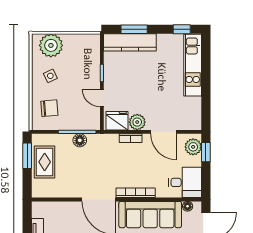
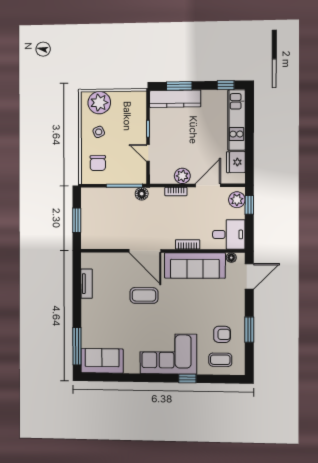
chair: (49, 108) -> (98, 163), turned 95
fridge: (117, 121) -> (236, 162), moved, turned -90
door: (164, 132) -> (208, 185), swing flipped
floor lamp: (80, 140) -> (142, 194), moved
window: (27, 156) -> (77, 220), moved
rug: (45, 162) -> (93, 215), removed
bookcase: (136, 193) -> (188, 244), width x0.64

